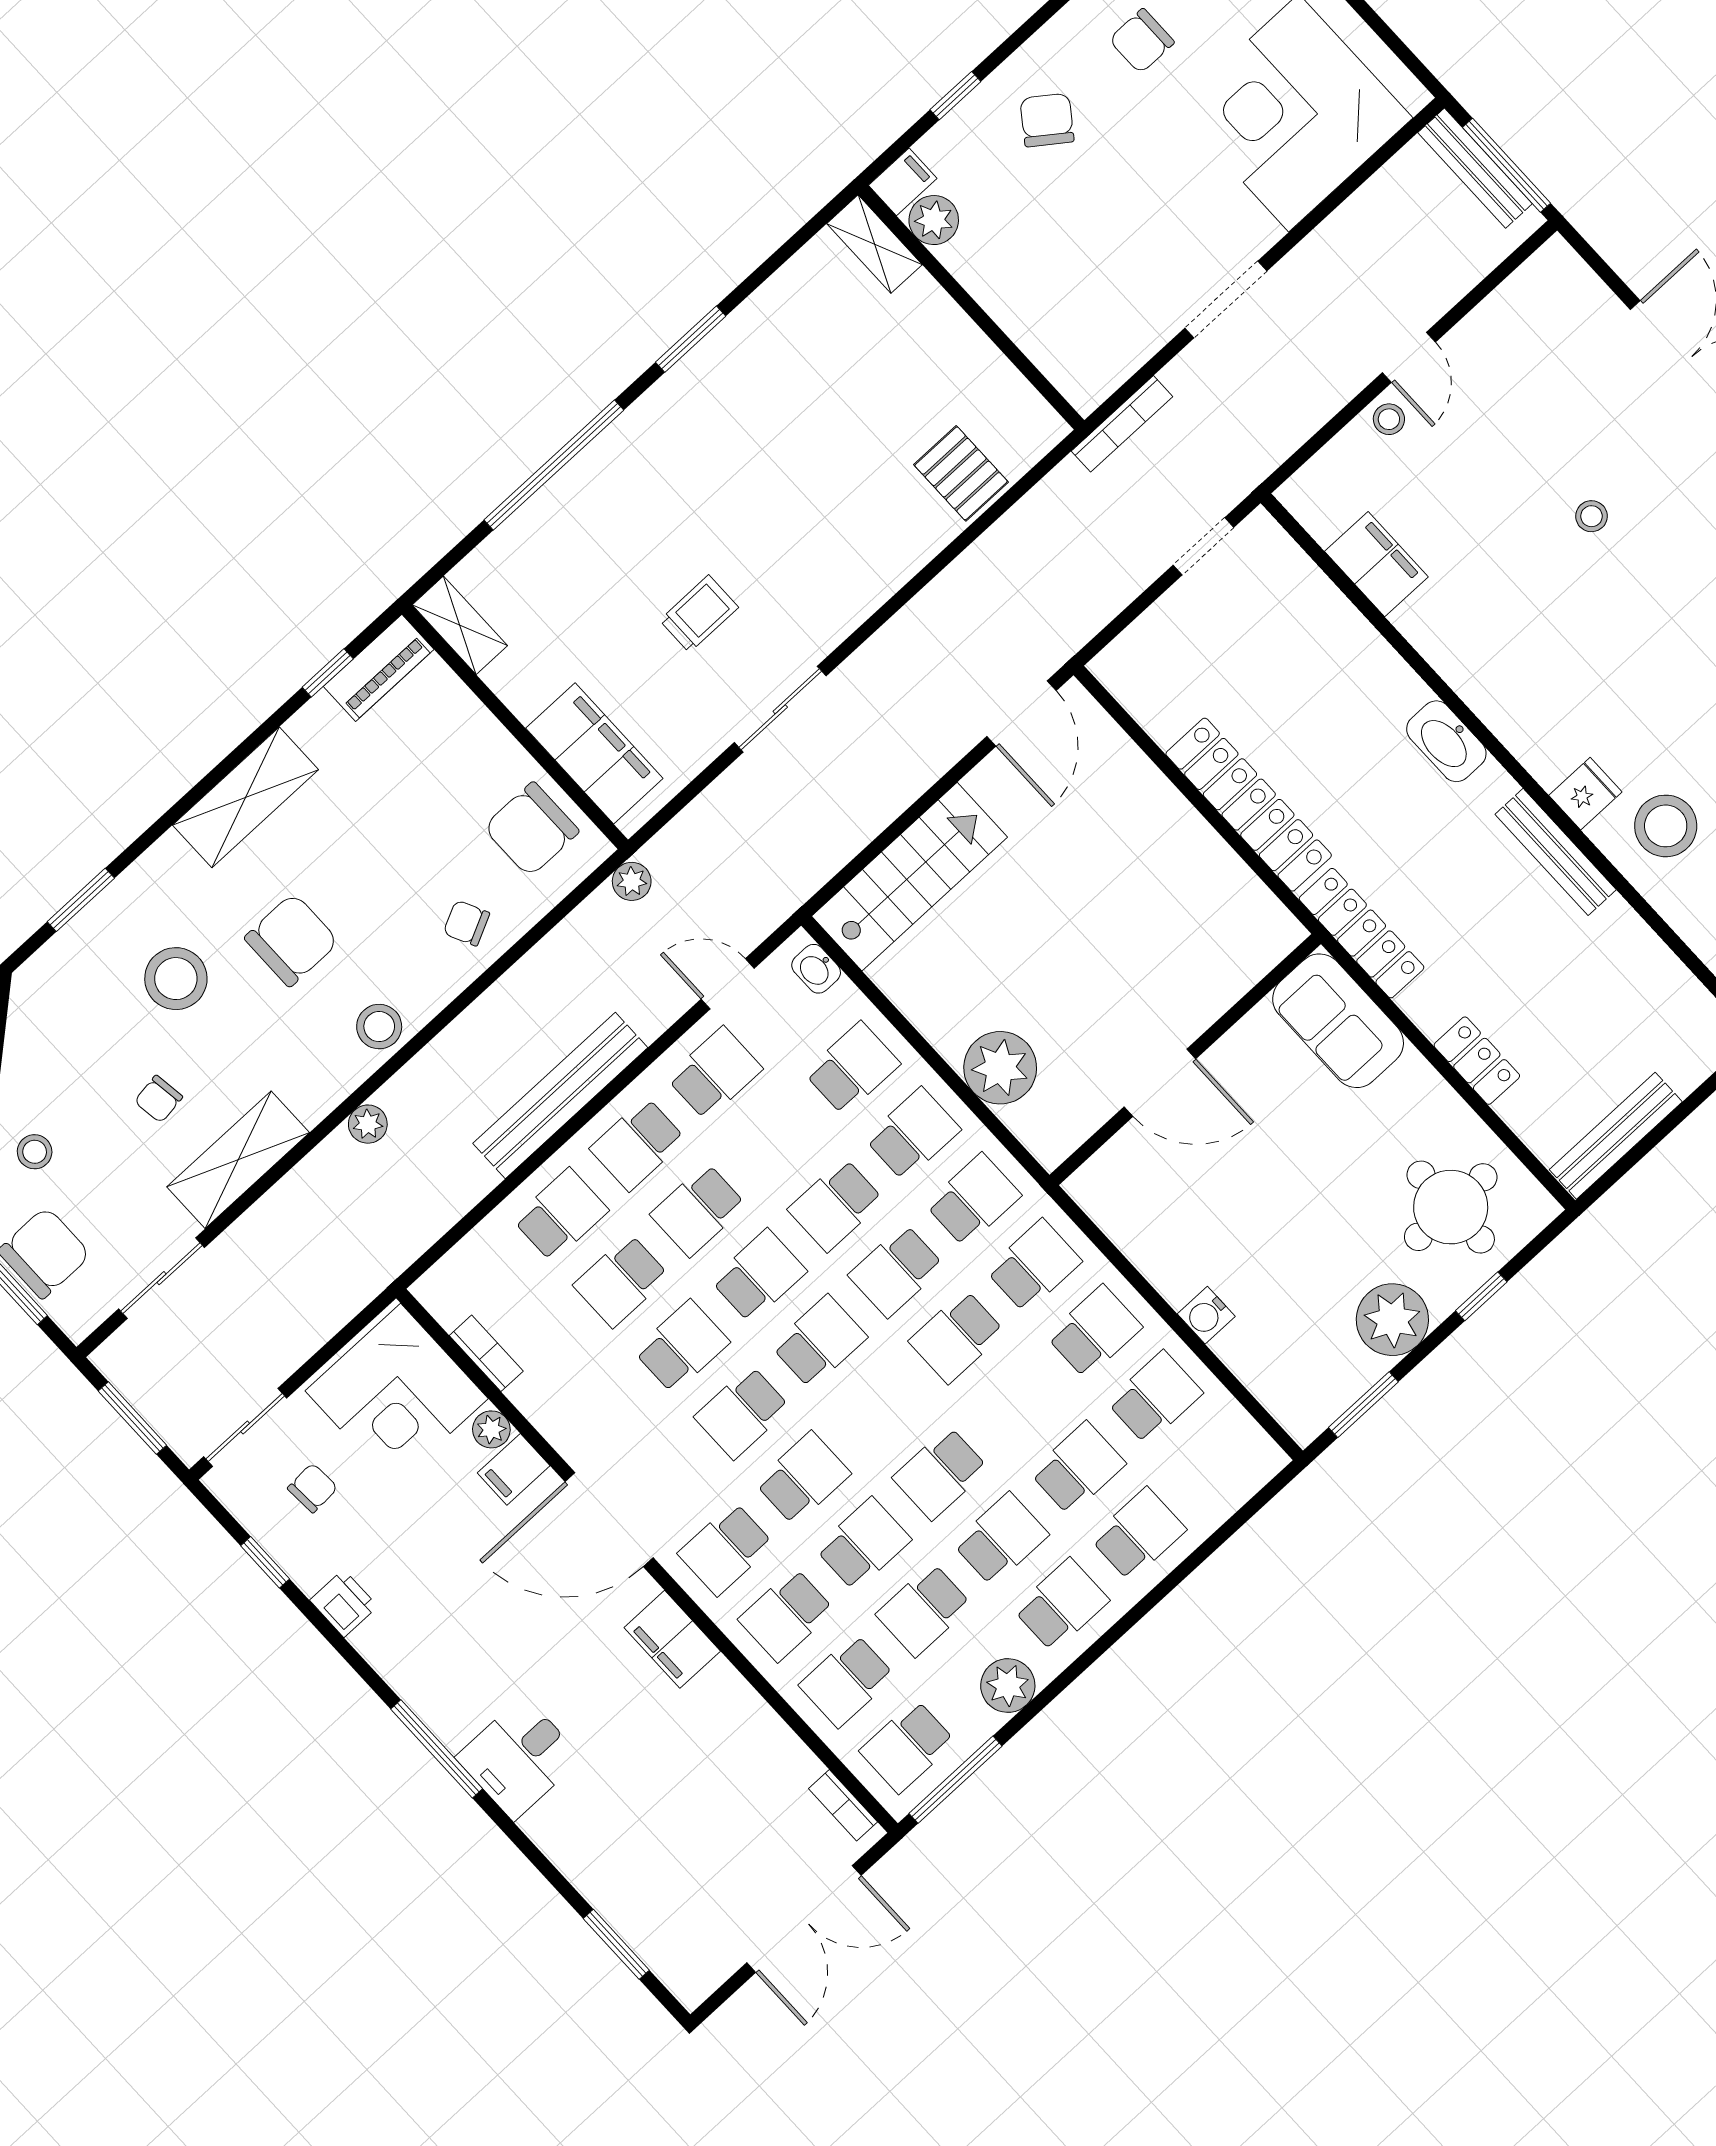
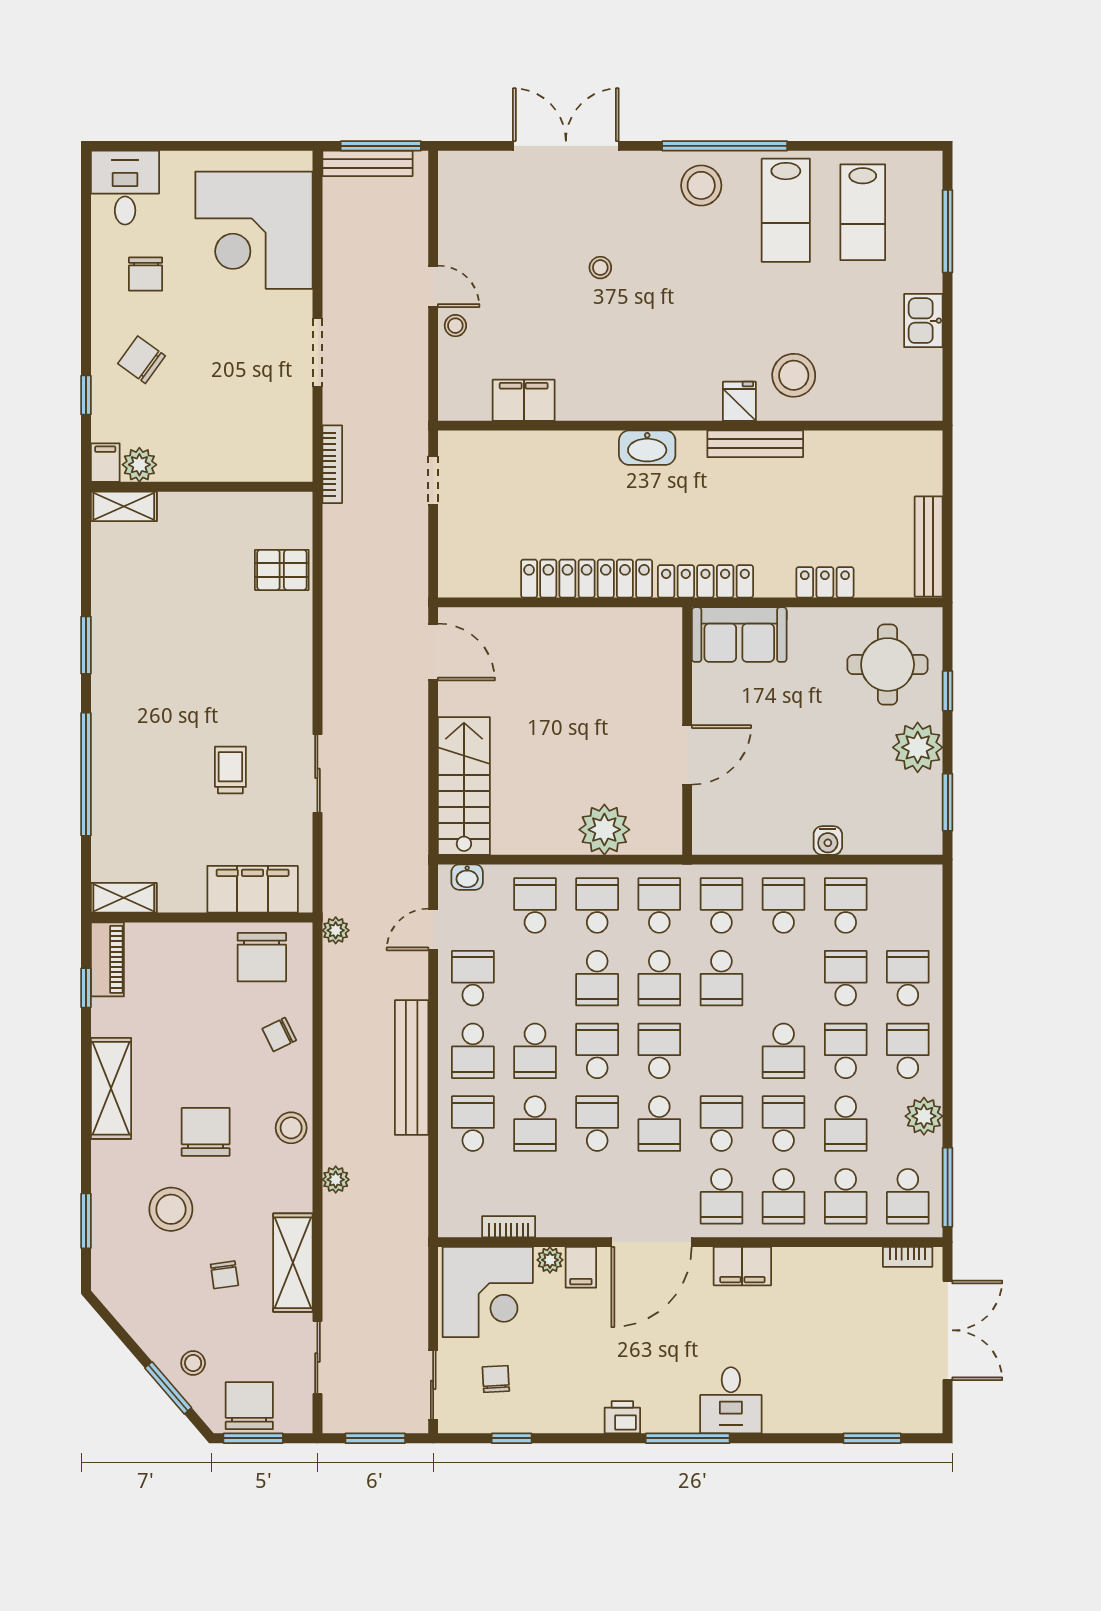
printer: (344, 1603) -> (622, 1417), moved

